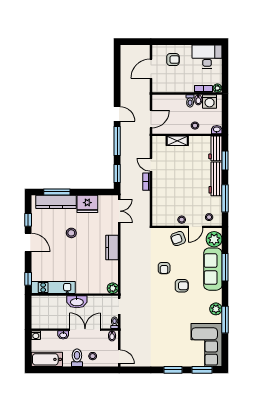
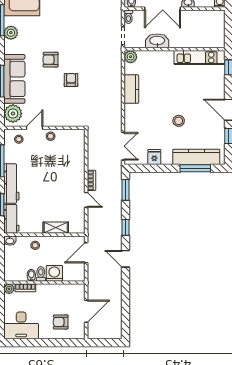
washing machine: (210, 101) -> (54, 273), moved
window: (117, 141) -> (125, 227), width x0.46
fridge: (87, 204) -> (154, 157), width x0.53, depth x0.75
double door: (119, 211) -> (123, 146), swing flipped
armchair: (178, 239) -> (55, 114), removed
kitchen counter: (112, 247) -> (131, 89), moved
washbasin: (77, 302) -> (157, 41), moved

